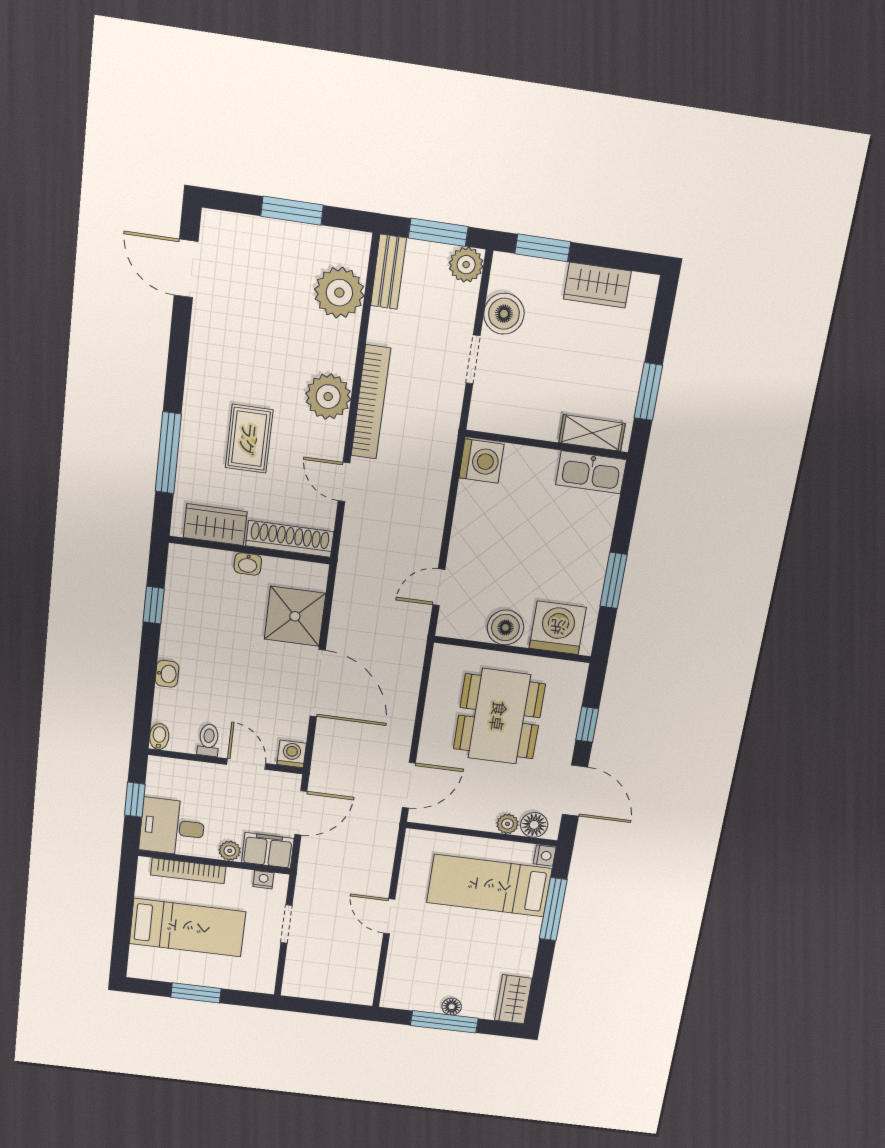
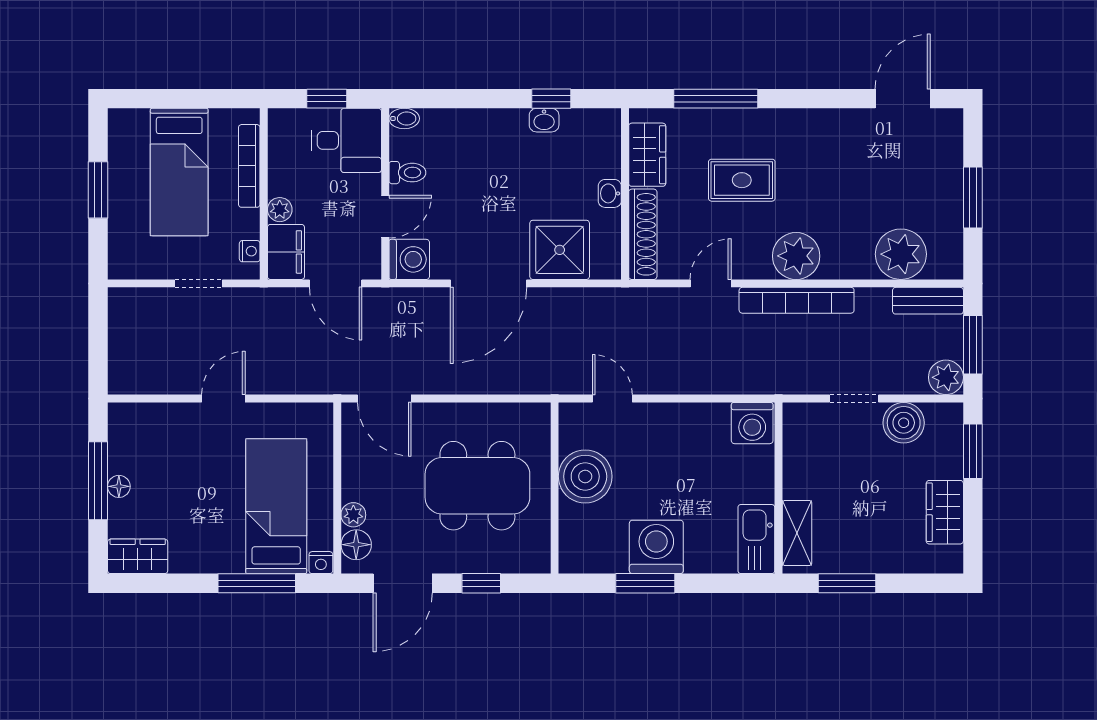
boiler: (505, 628) -> (585, 476), width x1.37, depth x1.37
washing machine: (558, 628) -> (656, 547), moved, turned -90
washbasin: (167, 674) -> (544, 120), moved
washing machine: (292, 754) -> (409, 259), width x1.38, depth x1.38
desk: (172, 827) -> (347, 140), moved, turned 90

